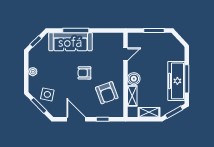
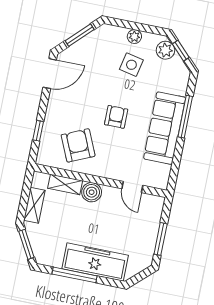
sofa: (70, 42) -> (165, 128), moved
plant: (37, 51) -> (165, 50), added
freezer: (176, 81) -> (95, 262), moved
armchair: (107, 93) -> (78, 145), turned 86
side table: (47, 94) -> (131, 65), moved
door: (76, 119) -> (50, 74), moved

